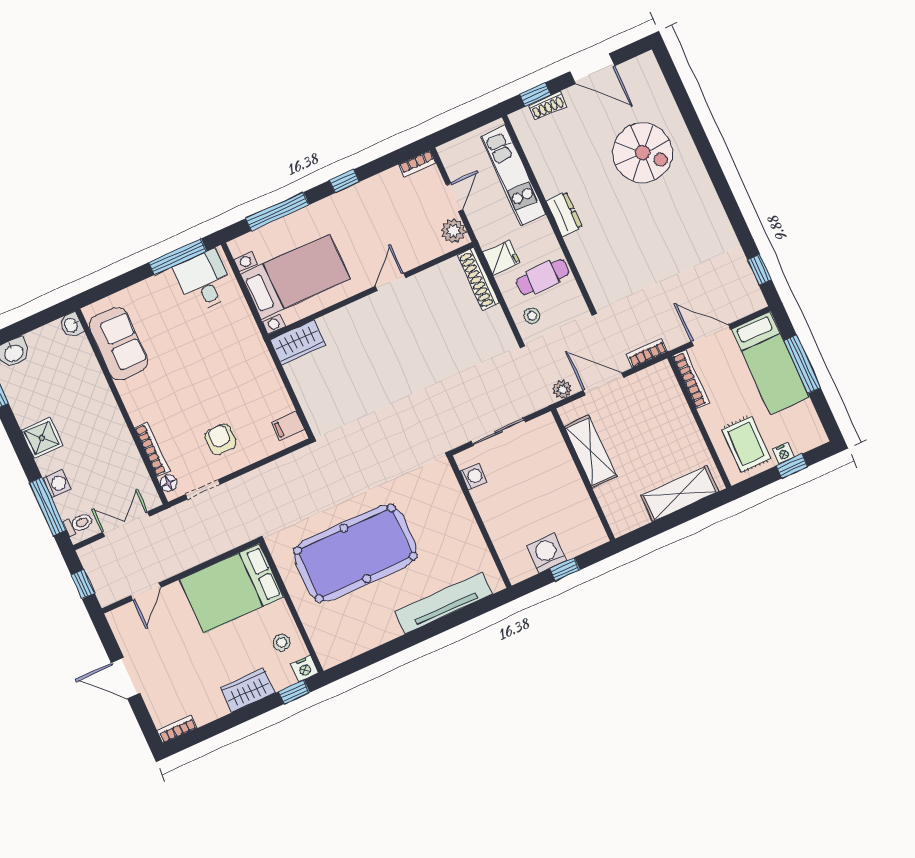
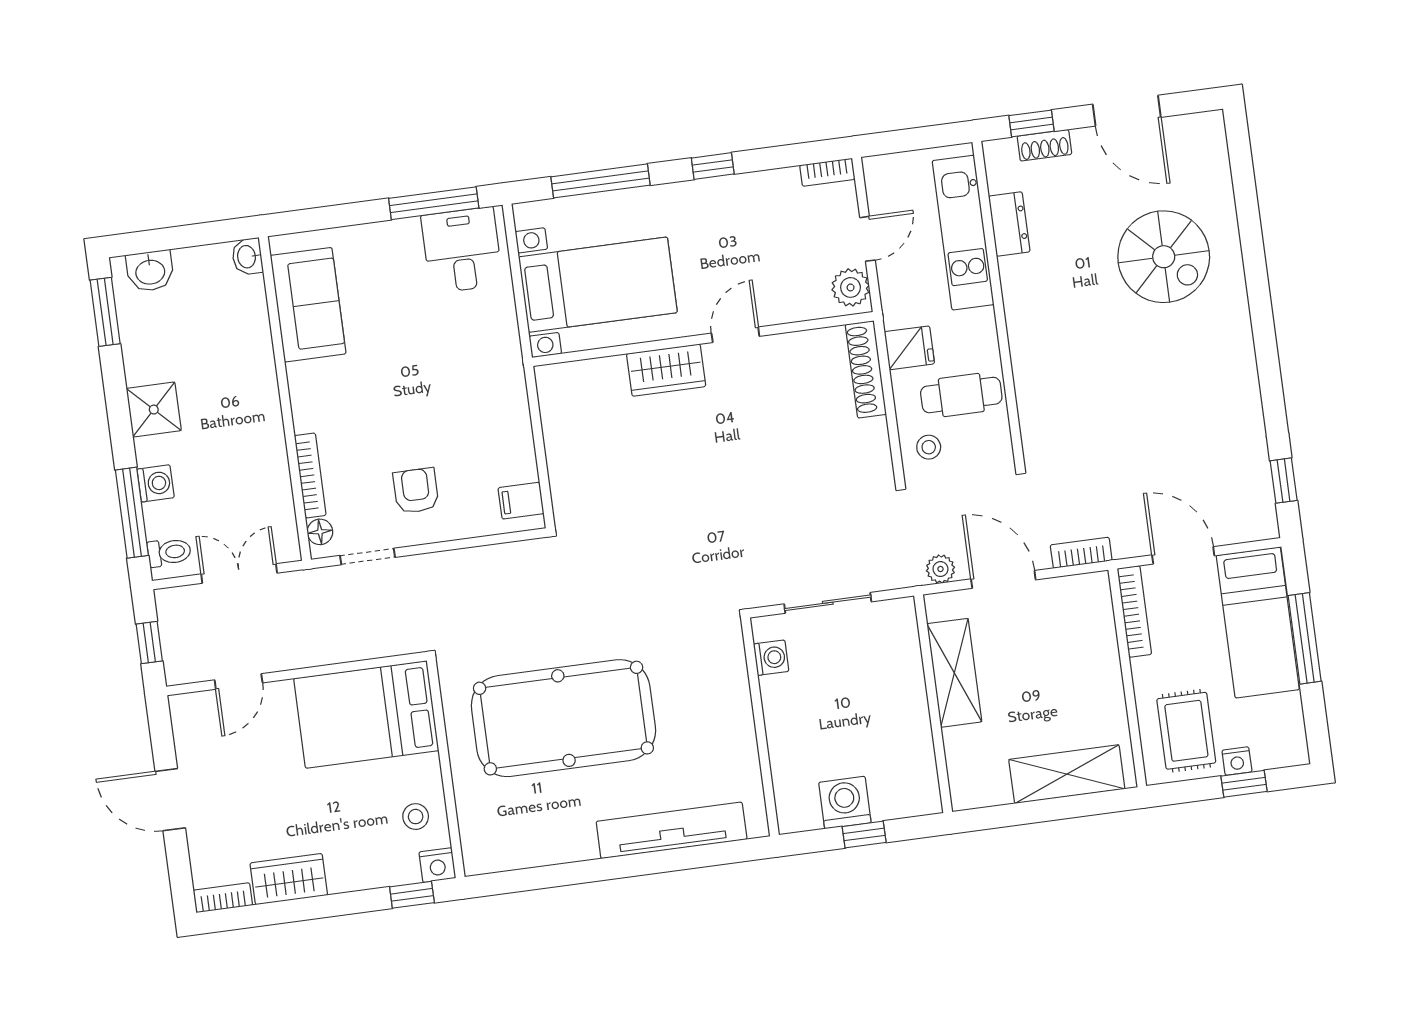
dresser: (564, 214) -> (1009, 224), moved
wardrobe: (298, 342) -> (666, 370), moved
wardrobe: (248, 690) -> (289, 879), moved

